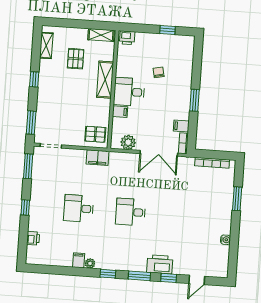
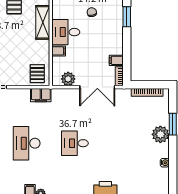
window: (194, 100) -> (127, 17), moved
pallet: (95, 134) -> (37, 74), turned 90
desk: (79, 208) -> (27, 143), width x1.37
plant: (223, 209) -> (160, 134), added

